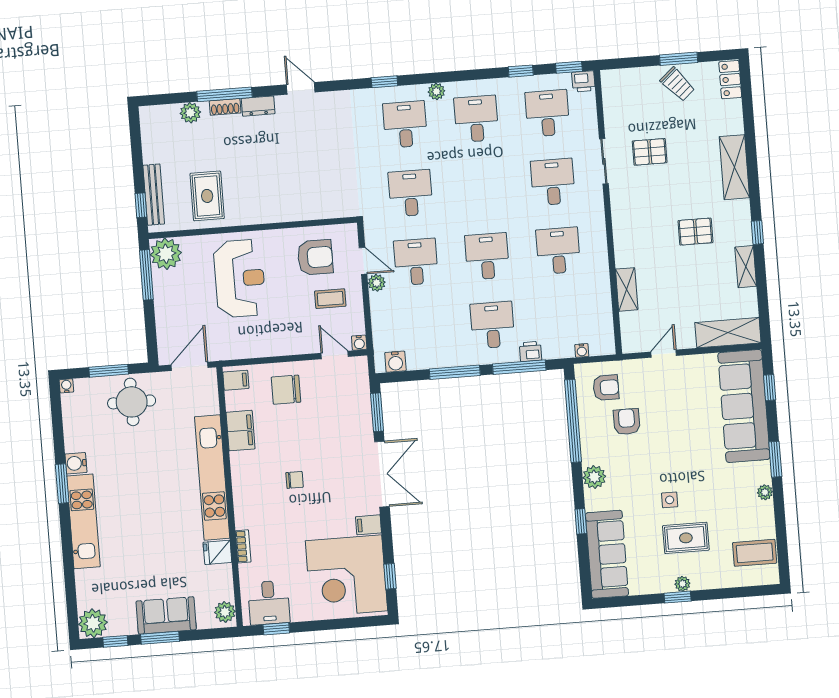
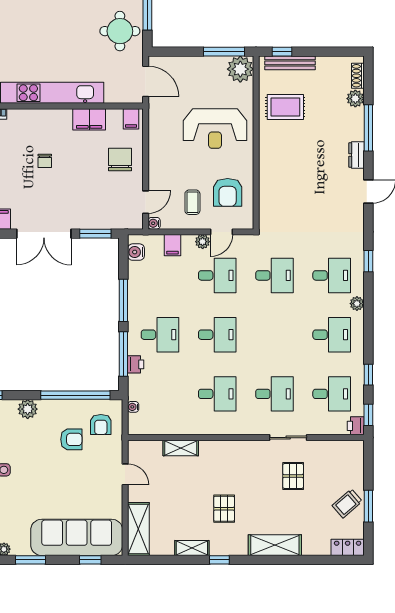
shoe rack: (225, 107) -> (358, 76), moved
filing cabinet: (384, 319) -> (172, 245), added

